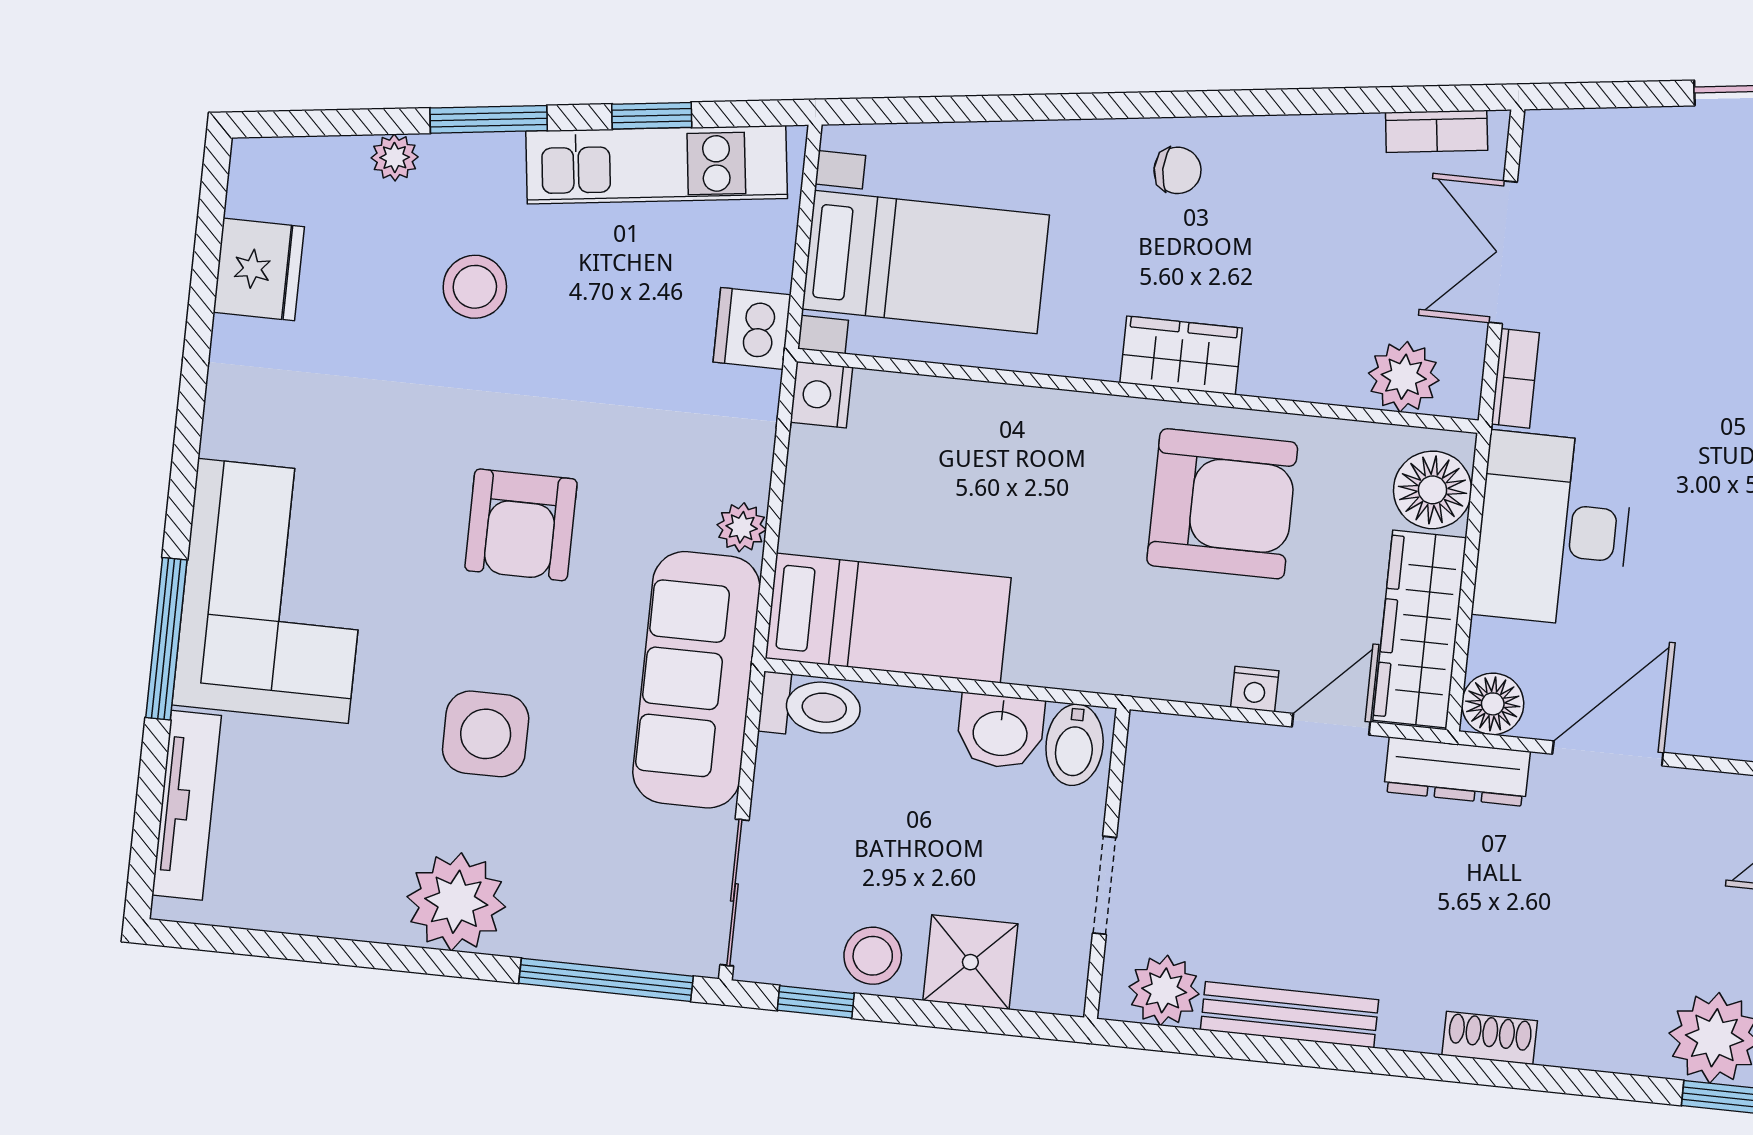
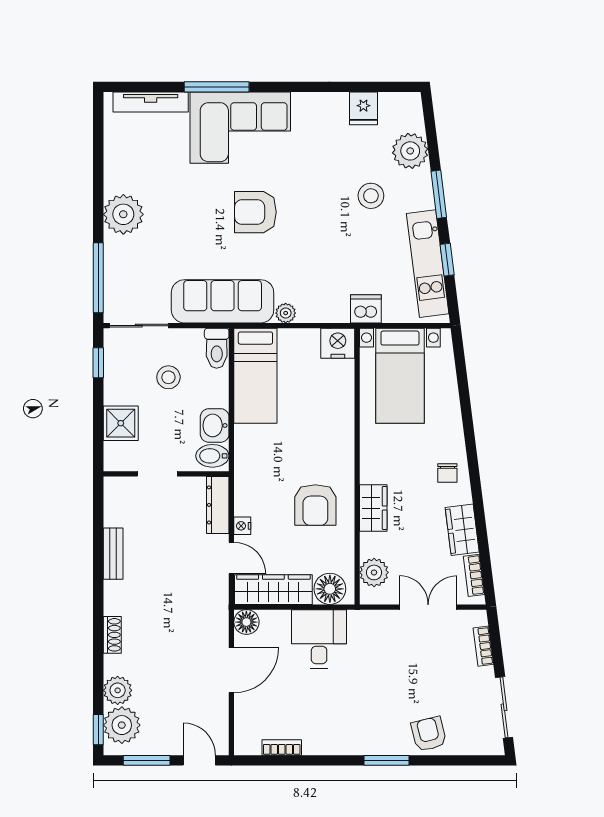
wardrobe: (1321, 148) -> (462, 530), added
plant: (395, 157) -> (410, 151), width x1.88, depth x1.88
fridge: (259, 269) -> (363, 108), width x0.72
wardrobe: (1181, 355) -> (373, 508), moved
bookcase: (1515, 378) -> (483, 646), moved, turned 83
nightstand: (821, 395) -> (338, 343), width x1.36, depth x1.33
armchair: (1222, 504) -> (315, 505), width x0.73, depth x0.73
armchair: (521, 525) -> (255, 212), moved
desk: (1554, 529) -> (319, 639), width x0.73
side table: (486, 734) -> (192, 219), removed
door: (1608, 753) -> (231, 670), hinge flipped
dresser: (1457, 772) -> (218, 505), moved
stool: (873, 956) -> (168, 377), moved
plant: (1164, 990) -> (118, 690), moved
bench: (1290, 1015) -> (113, 554), width x0.73

